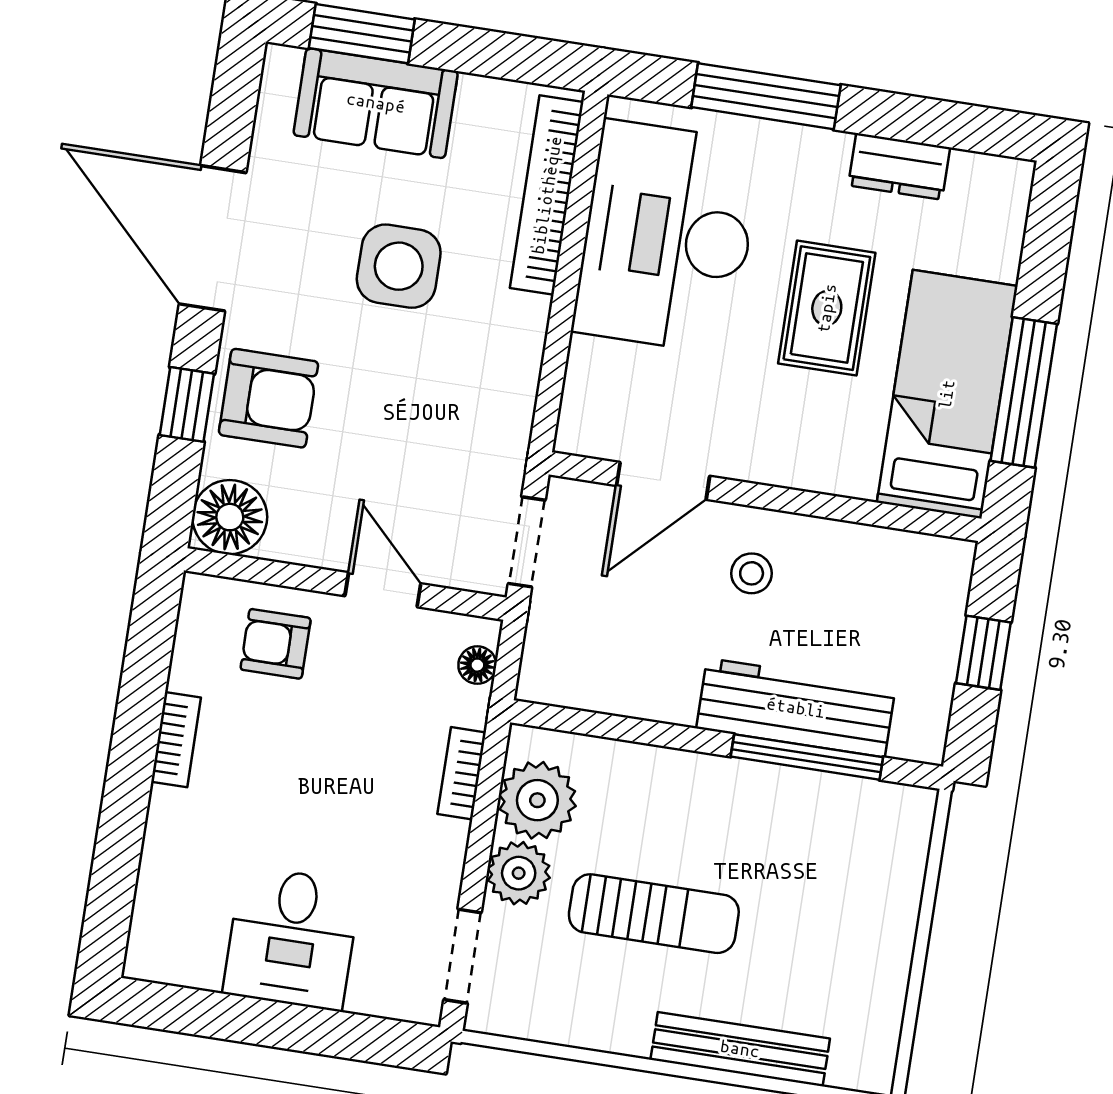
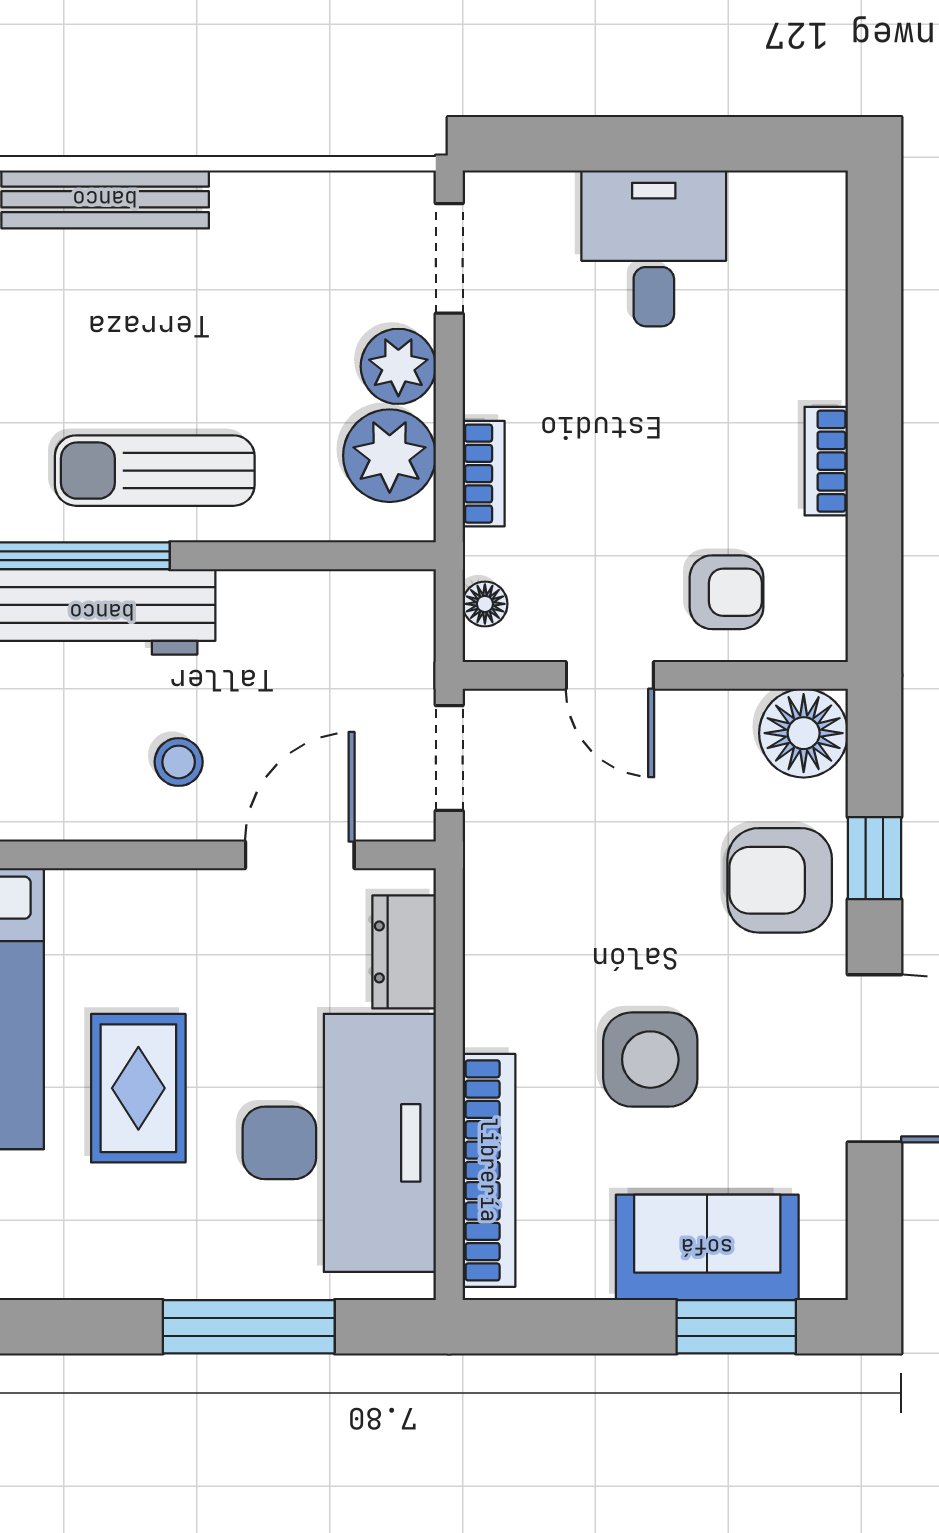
dresser: (899, 166) -> (404, 952), moved, turned -90
sun lounger: (654, 914) -> (155, 471), moved

